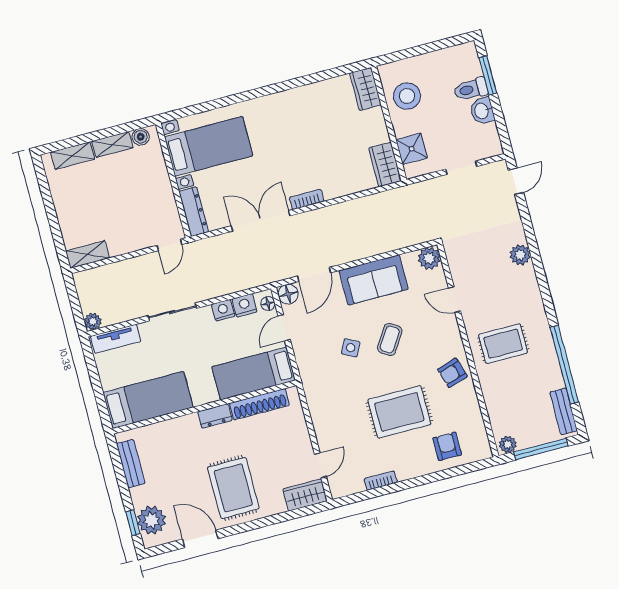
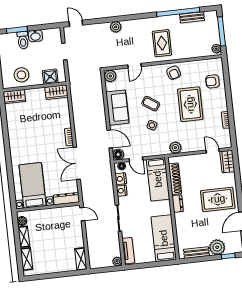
plant: (316, 397) -> (175, 148), added
bench: (564, 411) -> (192, 17), moved
plant: (151, 520) -> (217, 247), moved

